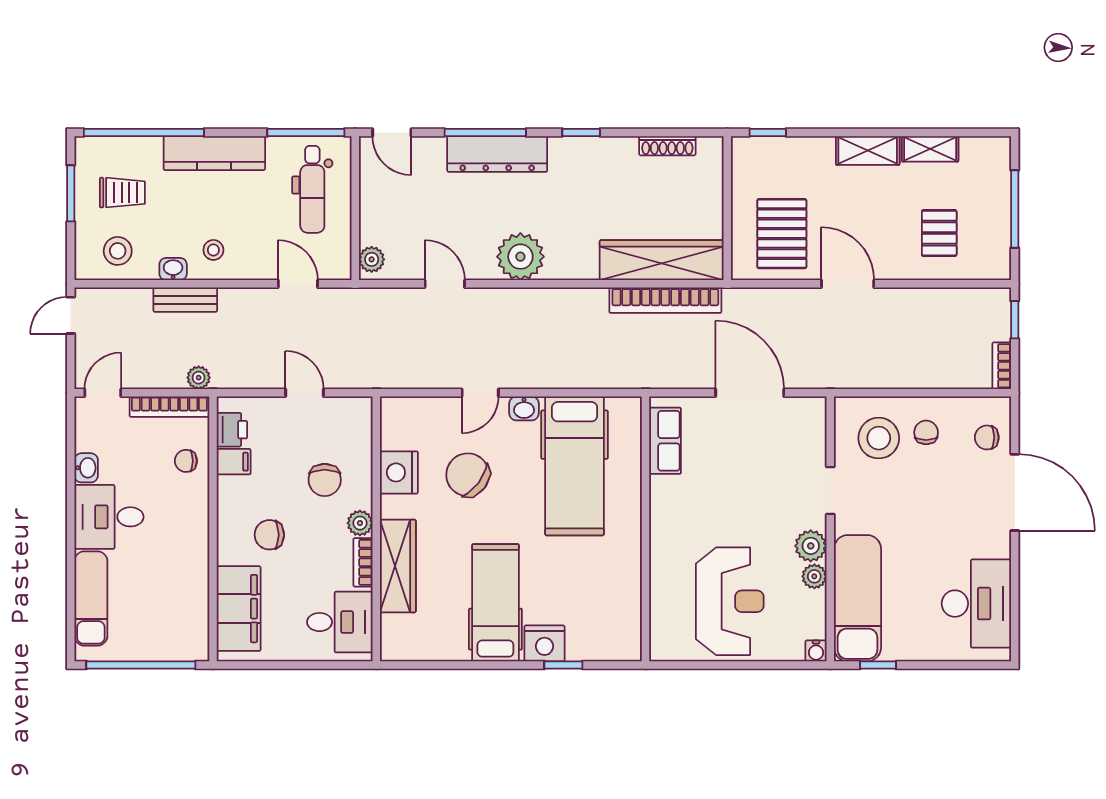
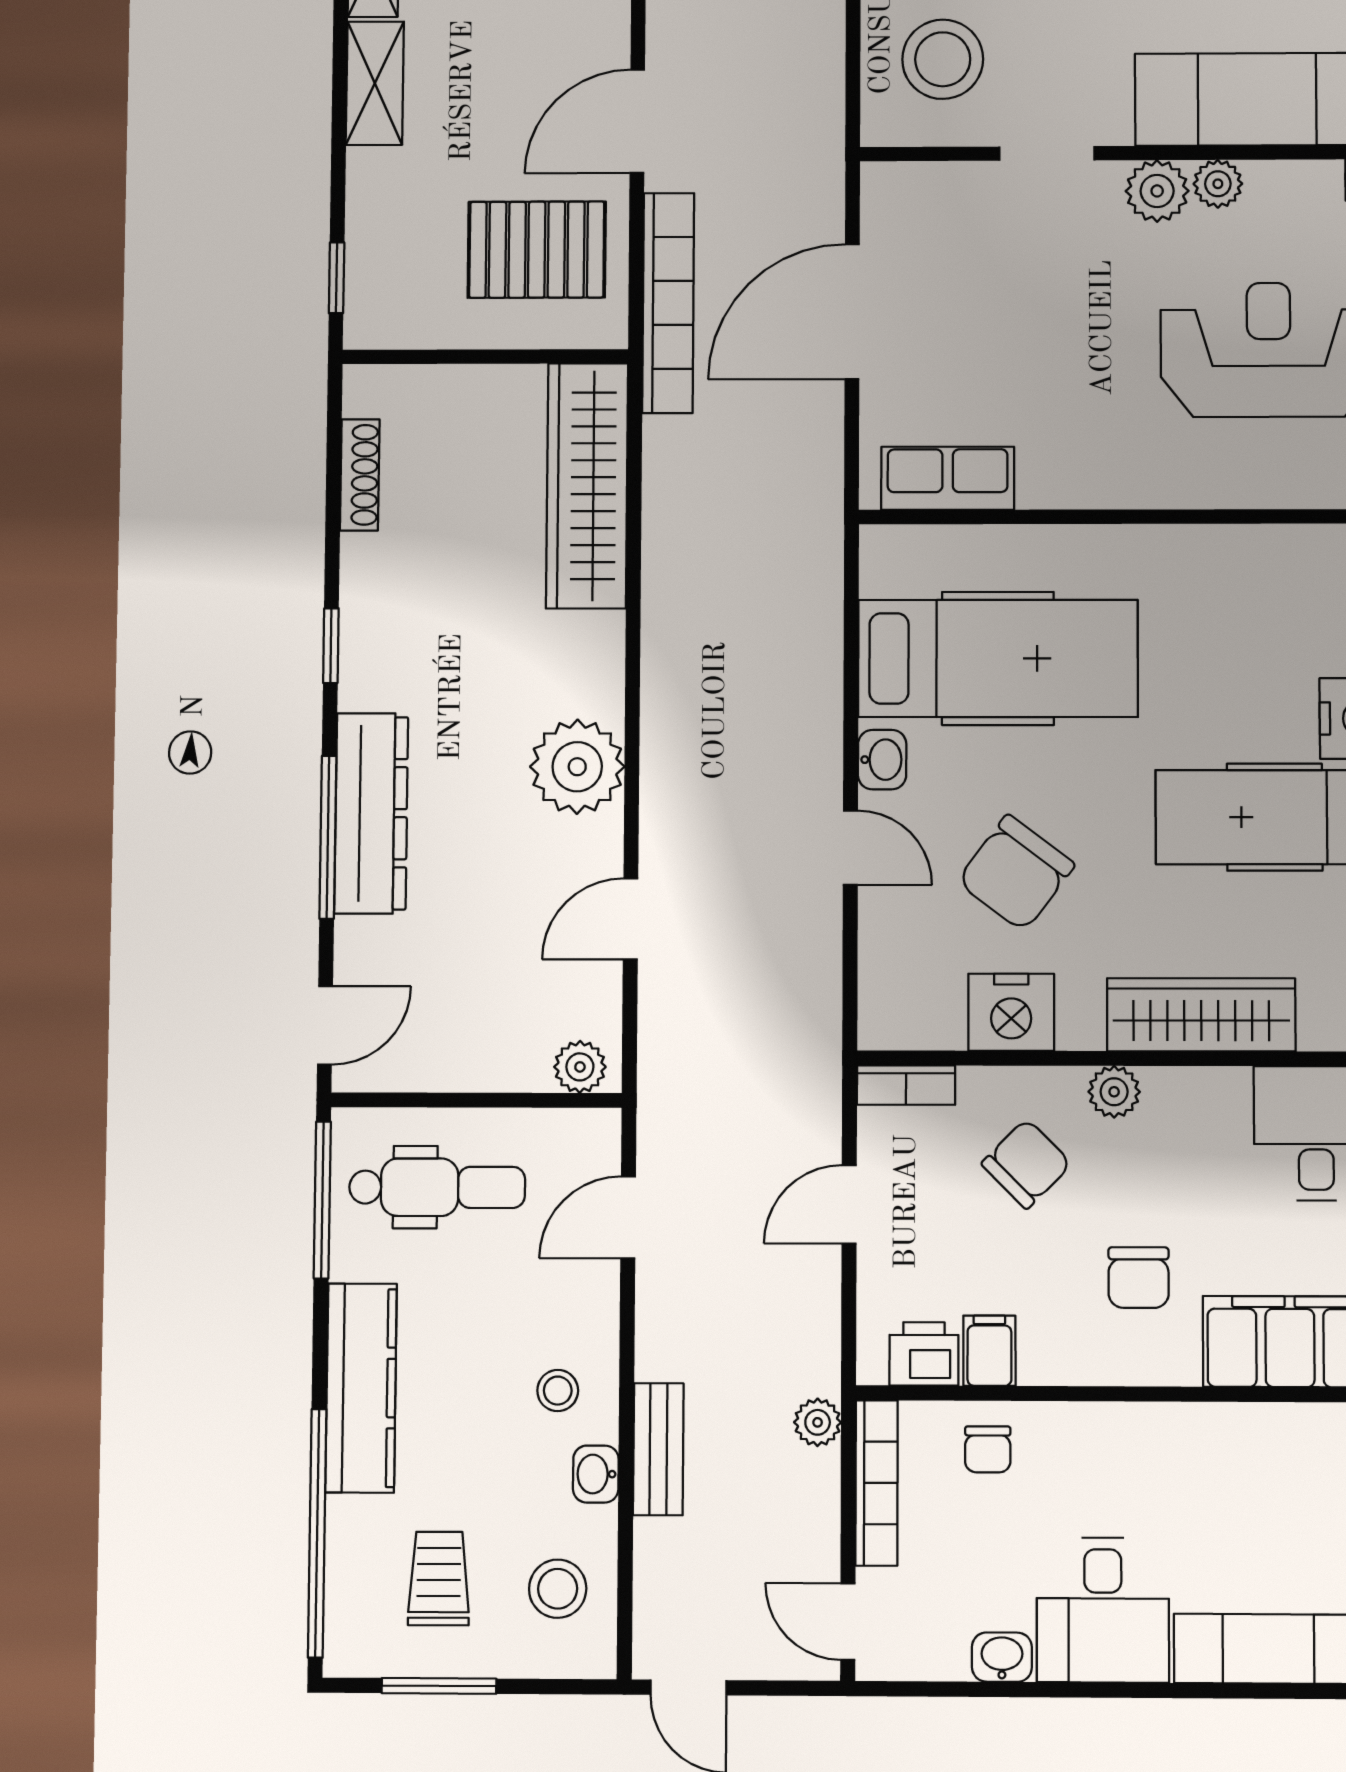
bookcase: (665, 300) -> (668, 303), moved
chair: (325, 480) -> (1026, 1164), turned -45
bookcase: (363, 562) -> (906, 1085), moved

